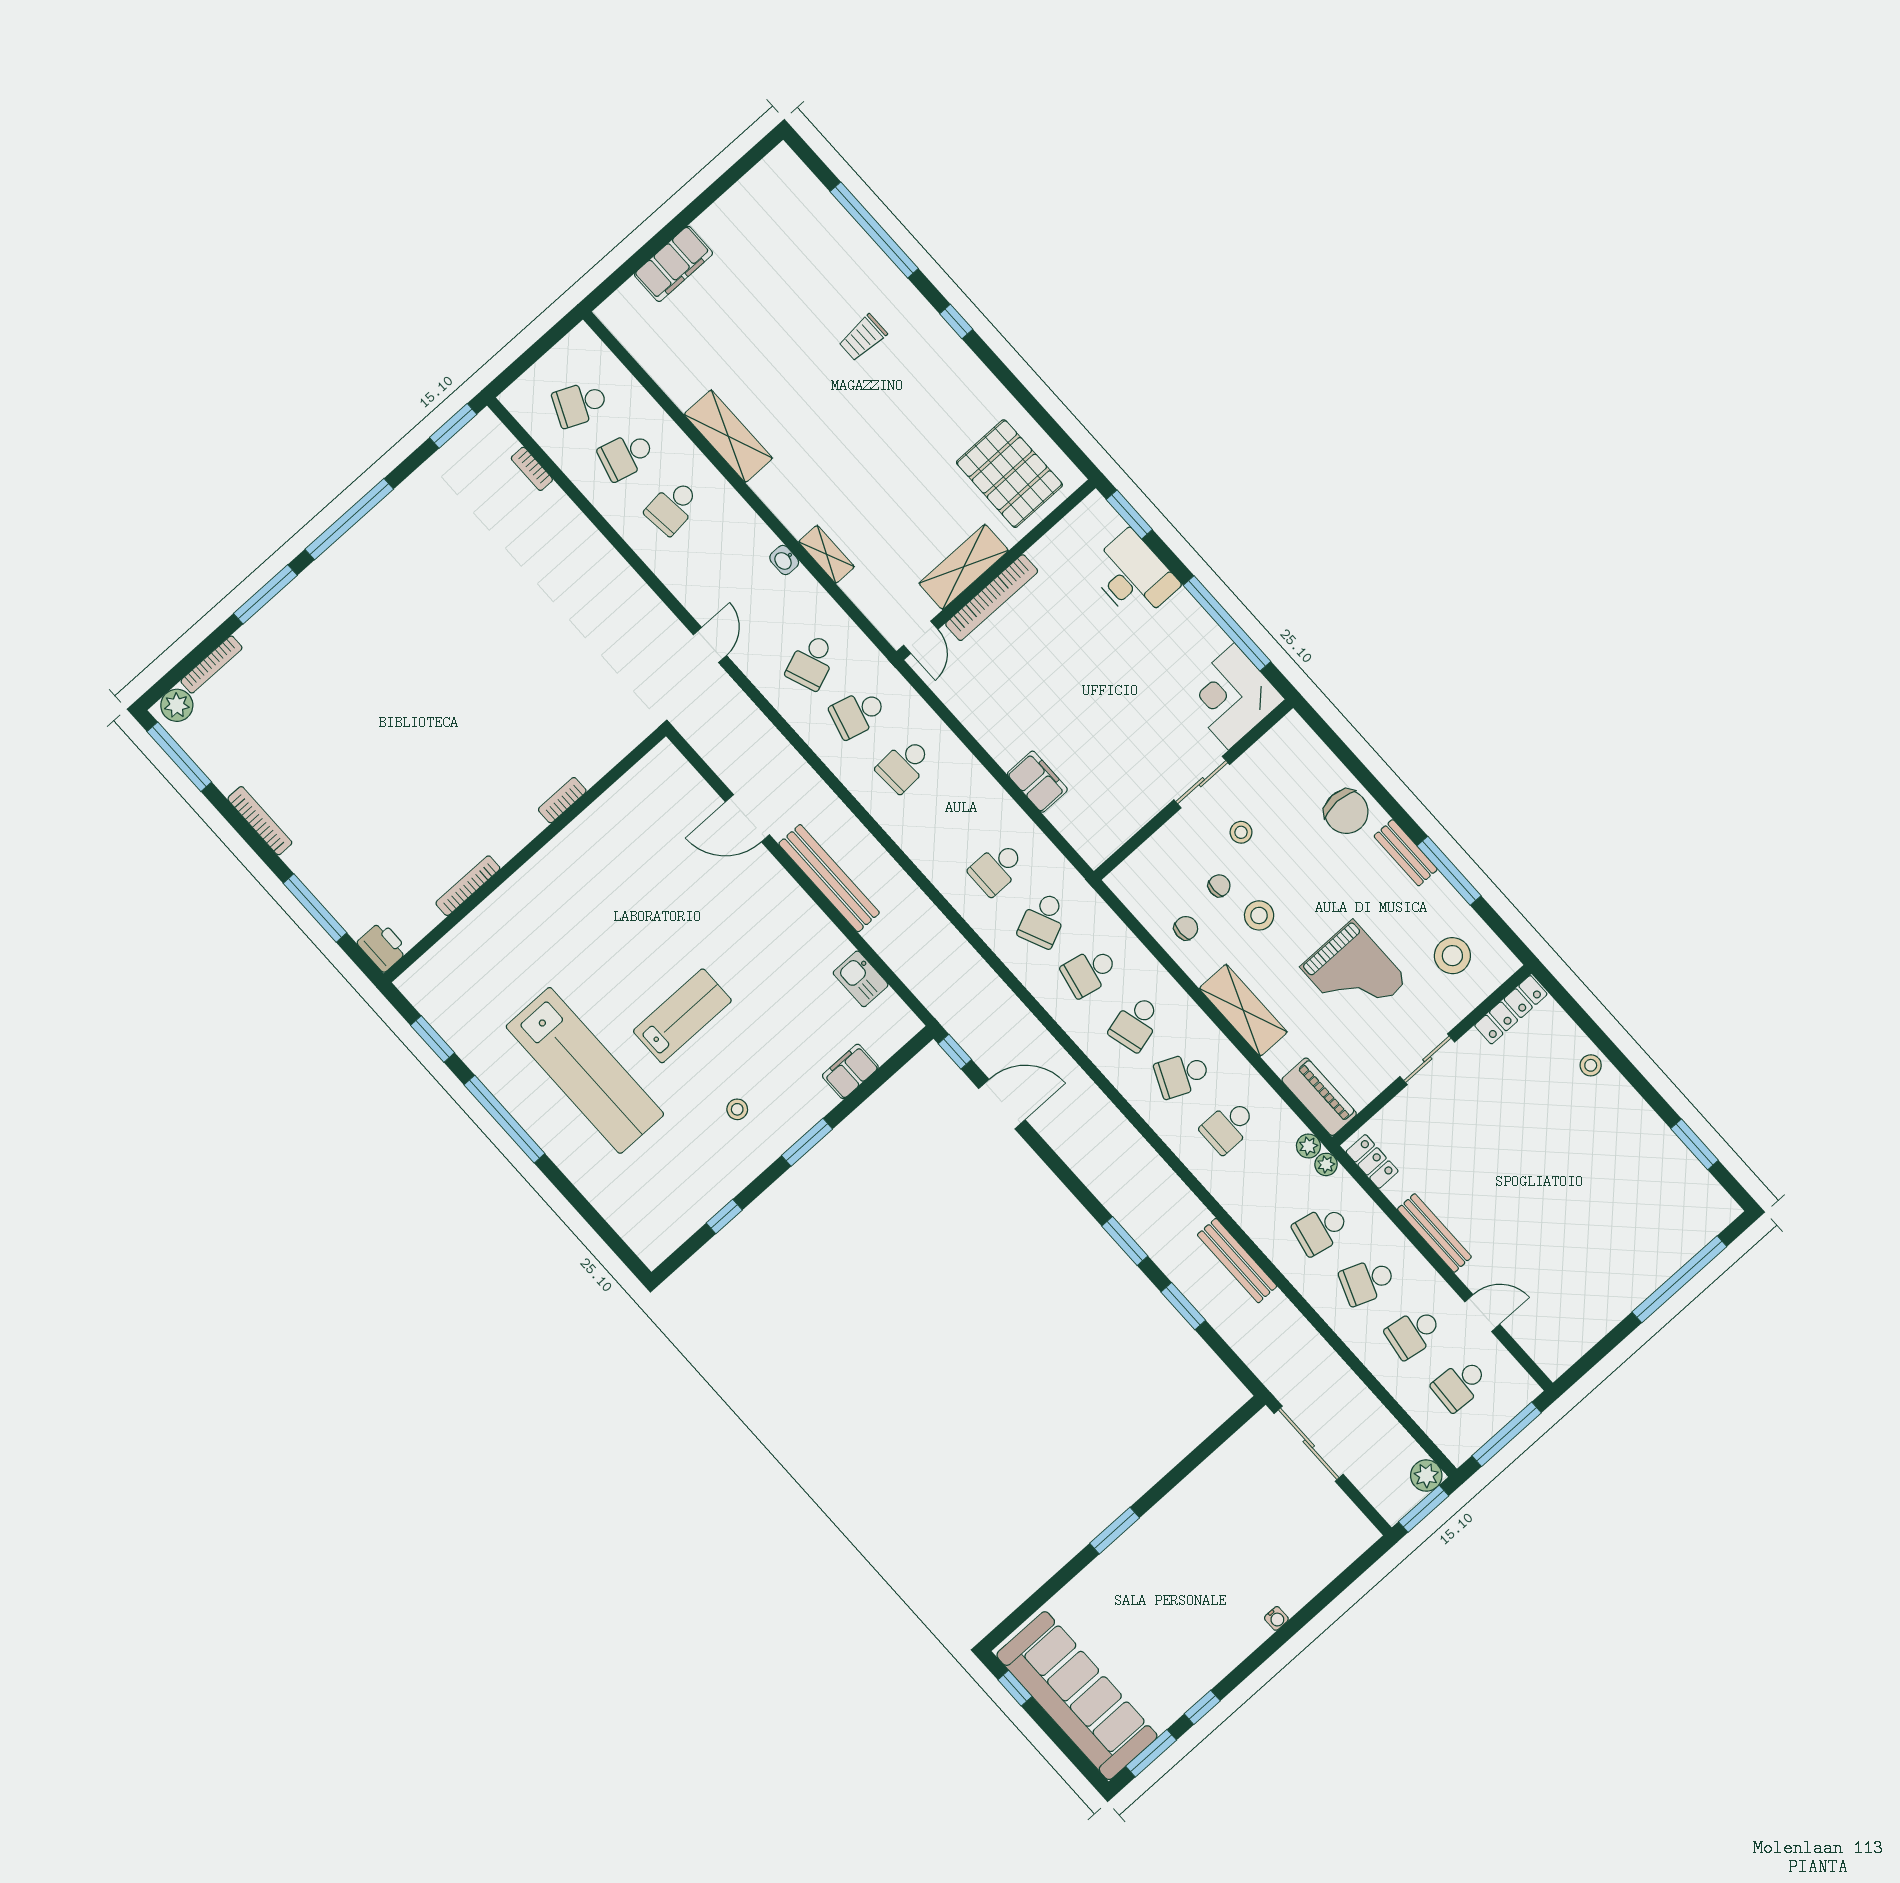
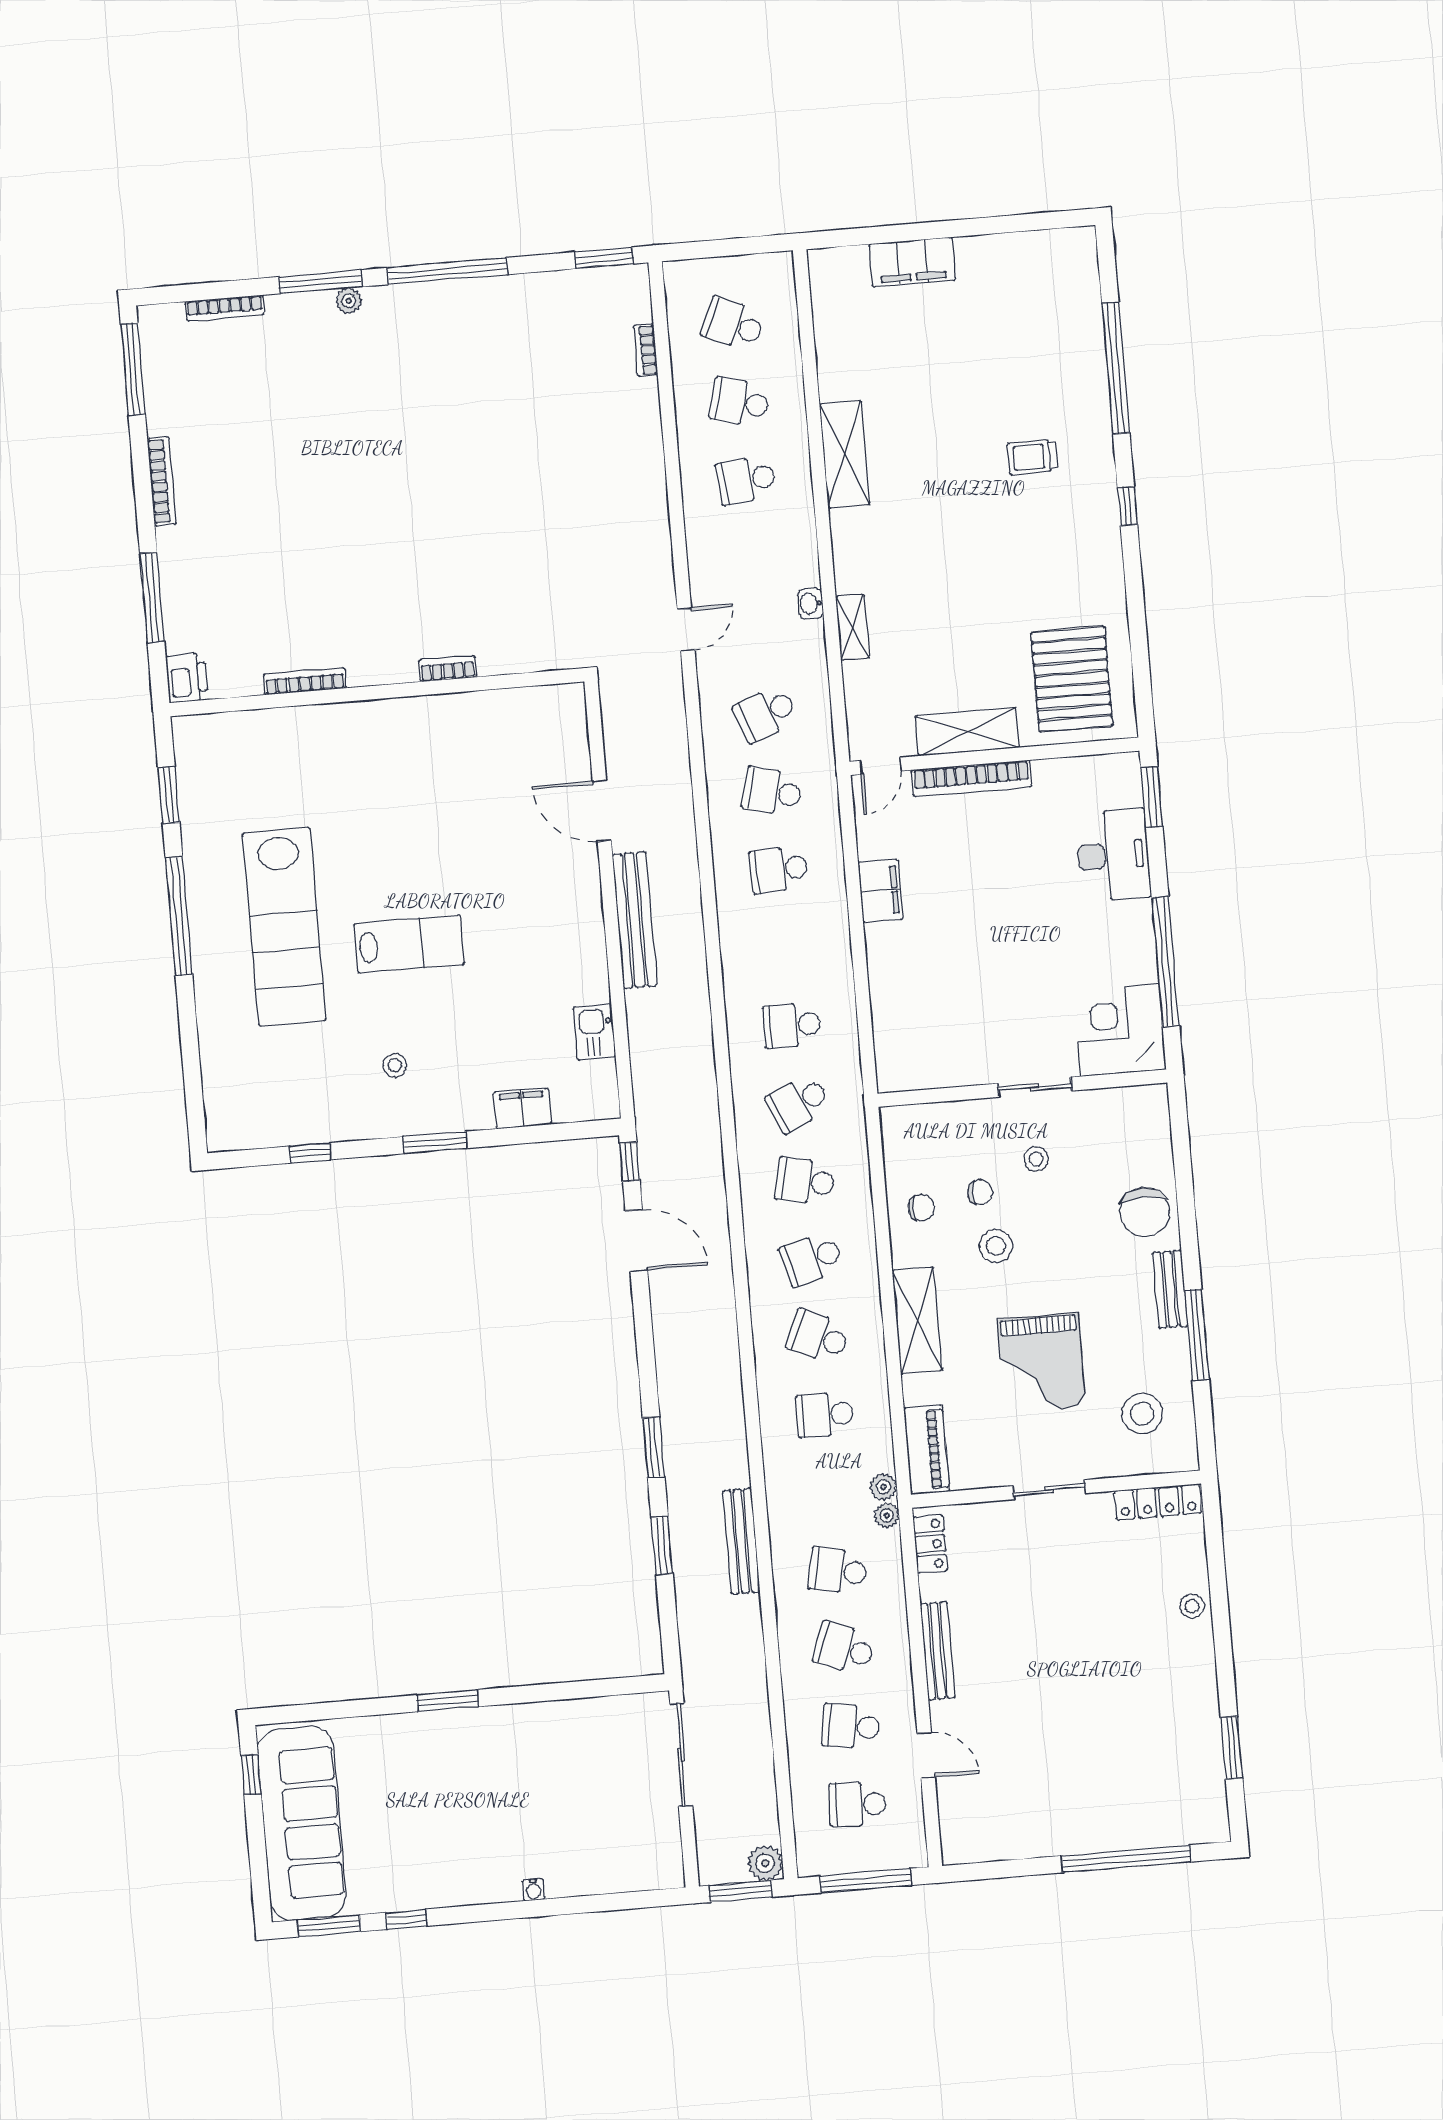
plant: (177, 705) -> (349, 301), moved, width x0.73, depth x0.73
filing cabinet: (1037, 782) -> (880, 891), moved

